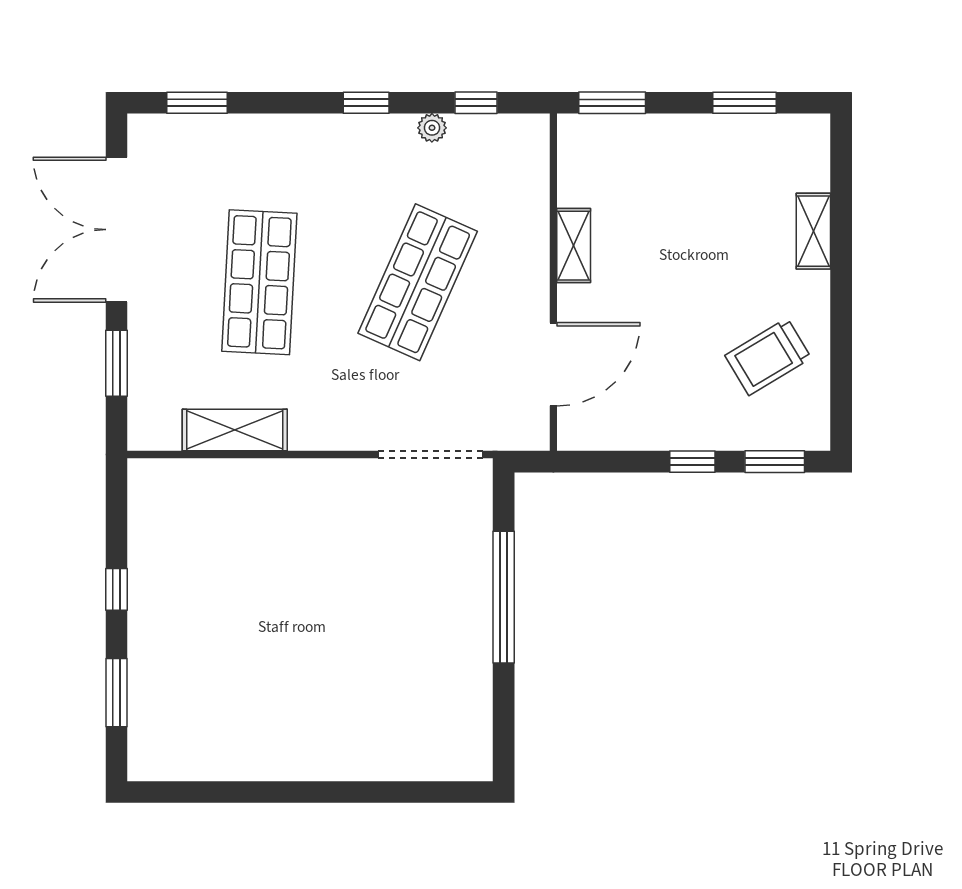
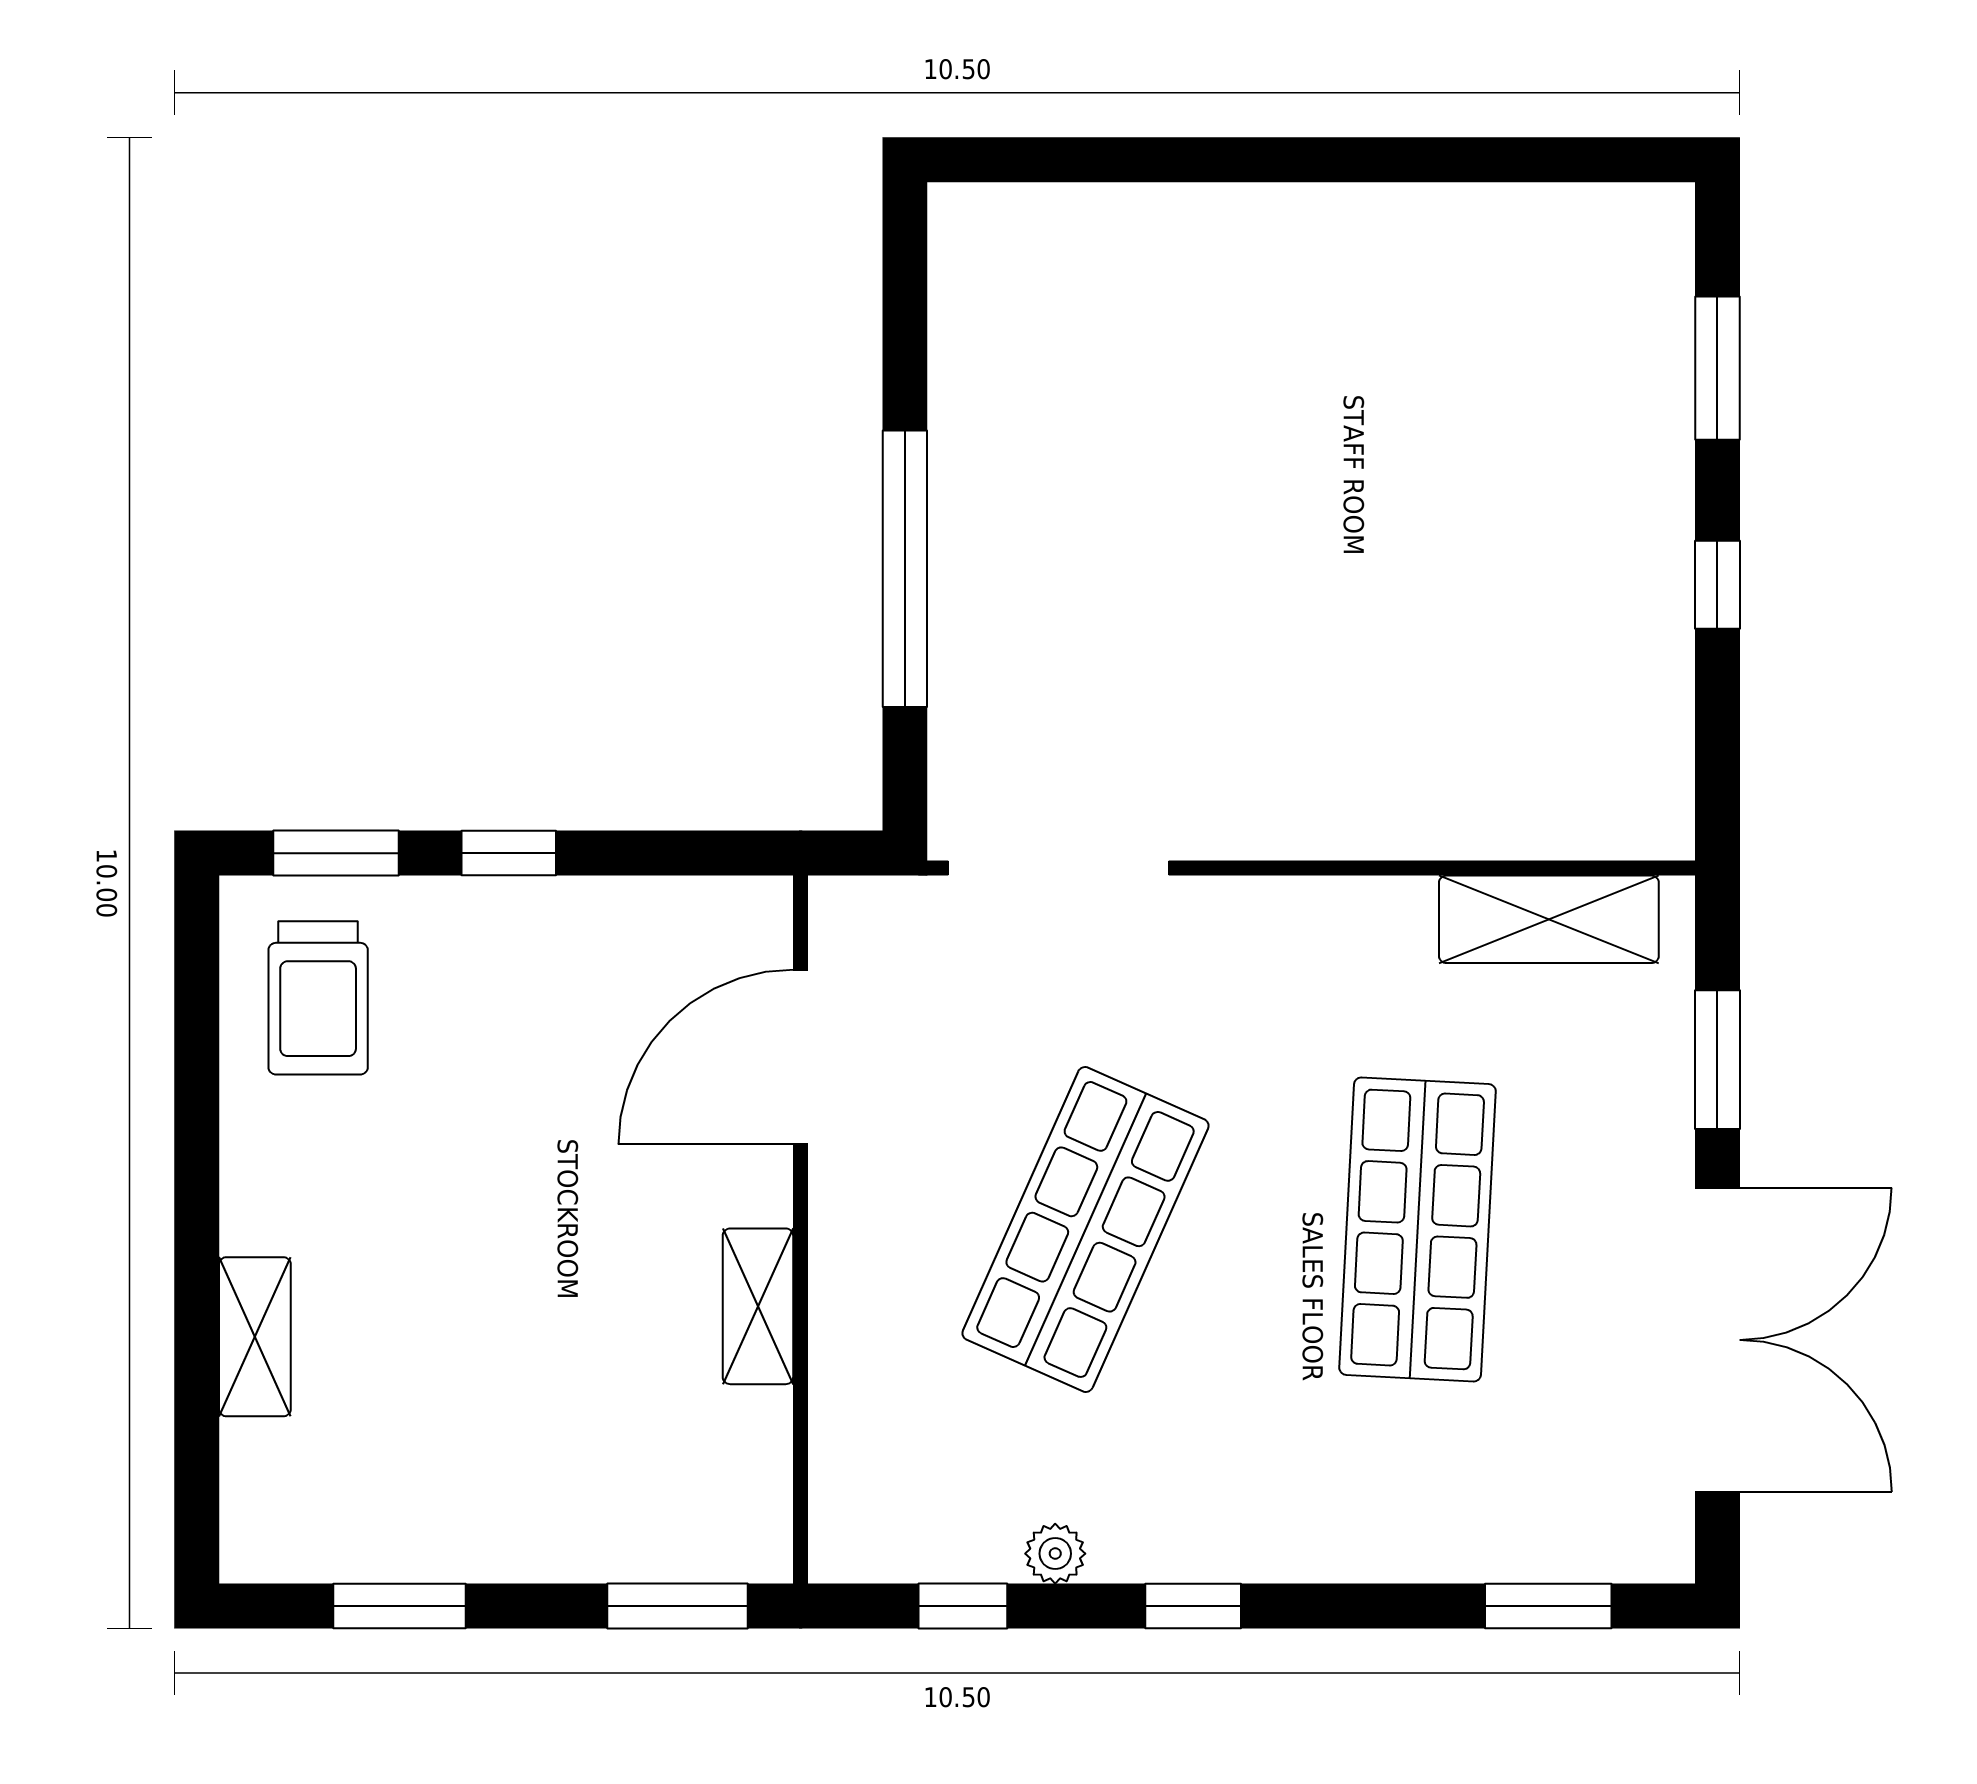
trolley: (768, 357) -> (318, 998), moved, turned 121
shelving: (235, 430) -> (1549, 919), moved

